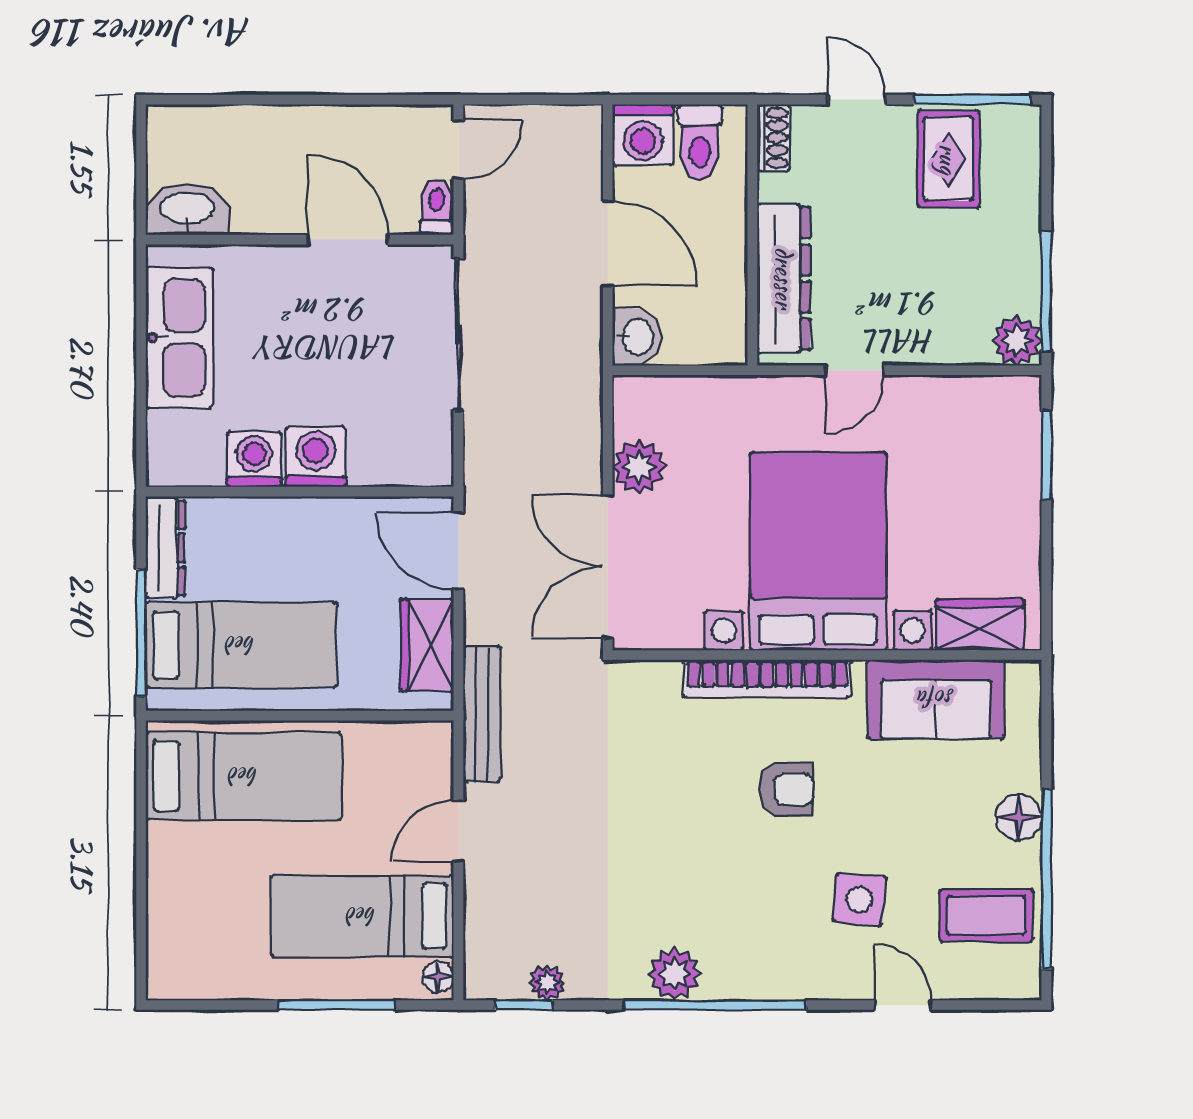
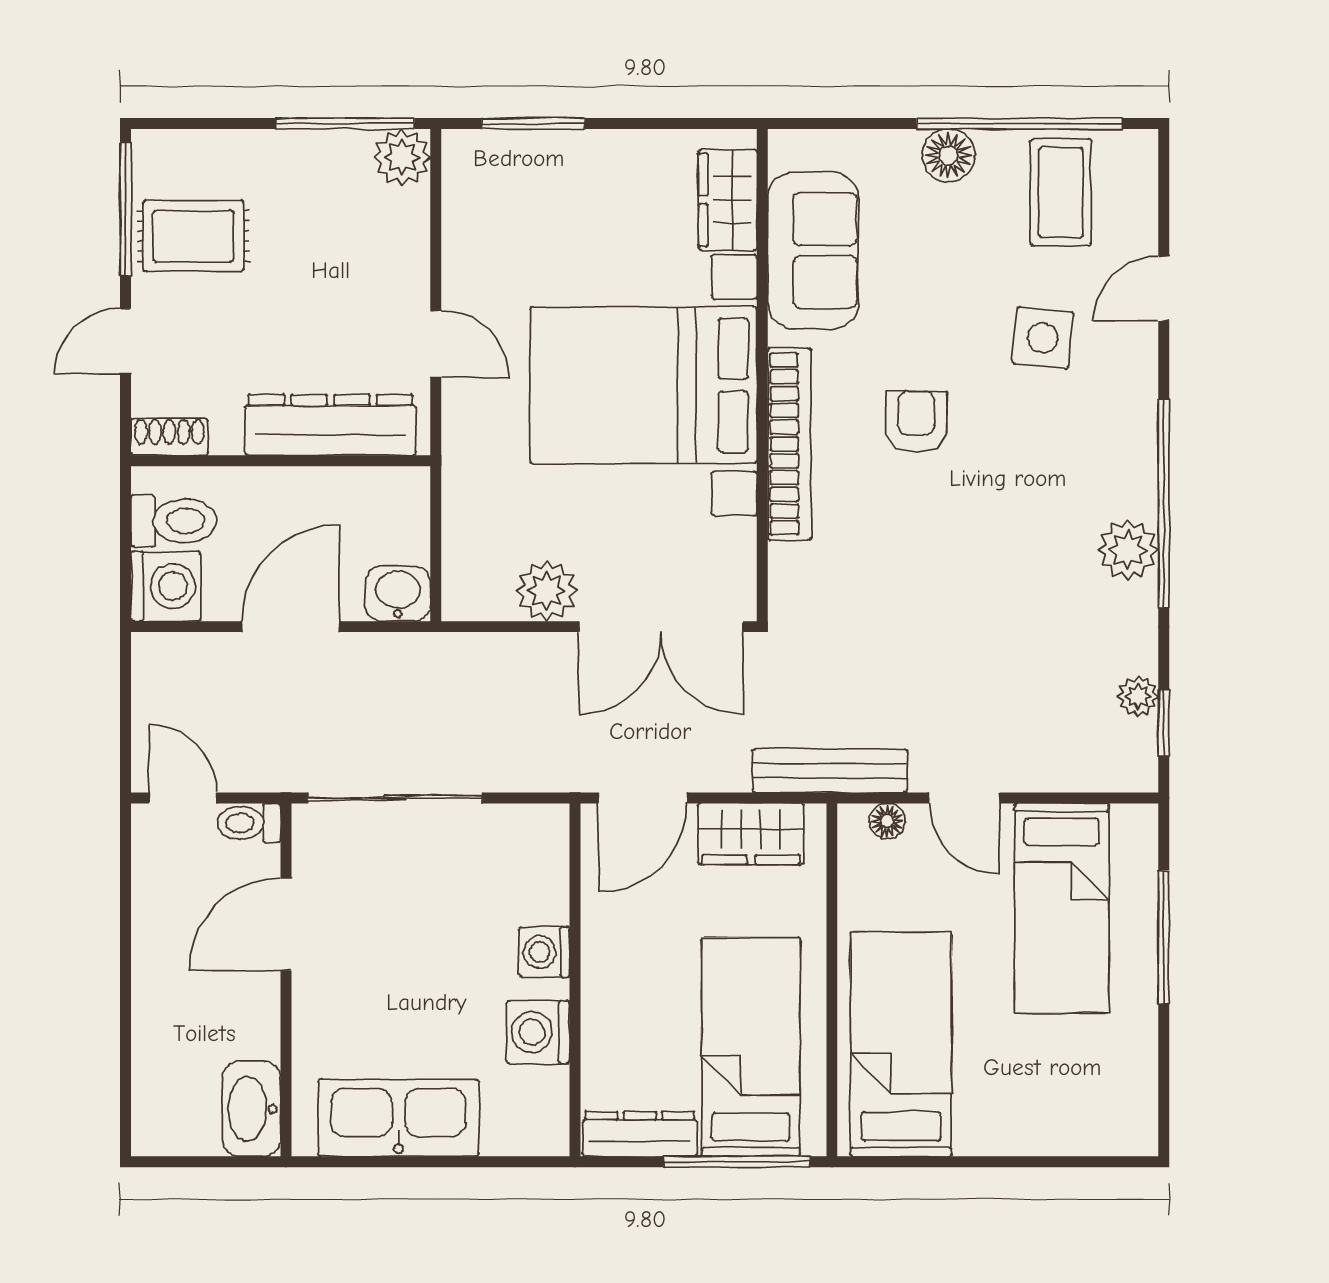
washing machine: (316, 457) -> (544, 952), width x0.73, depth x0.73
floor lamp: (438, 977) -> (887, 821), moved

